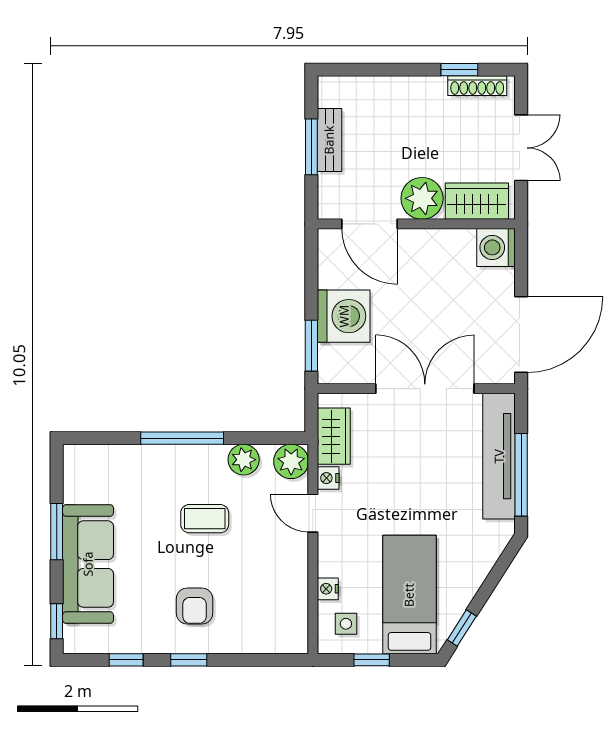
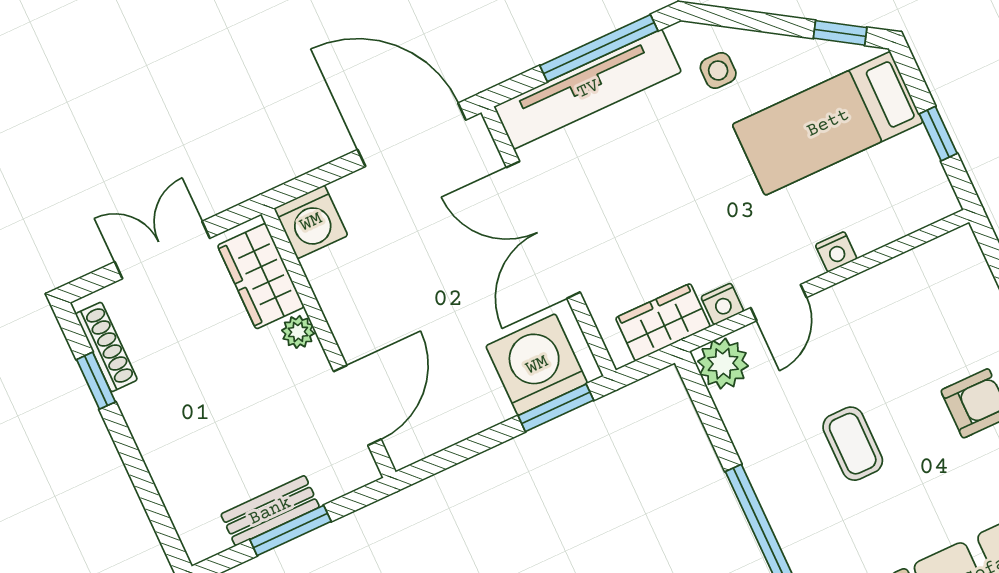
plant: (422, 198) -> (298, 332), width x0.53, depth x0.53
washing machine: (344, 316) -> (537, 365), moved
plant: (244, 460) -> (750, 428), removed
nightstand: (328, 589) -> (836, 252), moved
side table: (346, 624) -> (718, 70), moved

